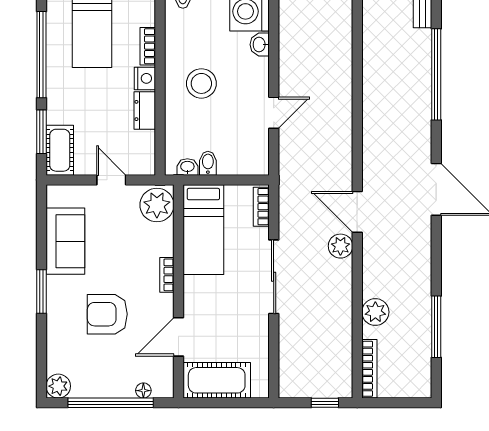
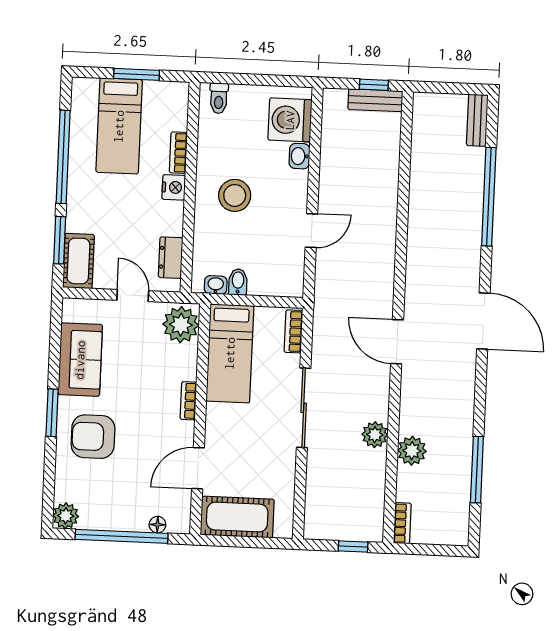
dresser: (145, 110) -> (171, 258), moved
plant: (340, 246) -> (375, 435), moved
armchair: (107, 314) -> (93, 437), moved
bookcase: (369, 369) -> (402, 523), width x0.64

